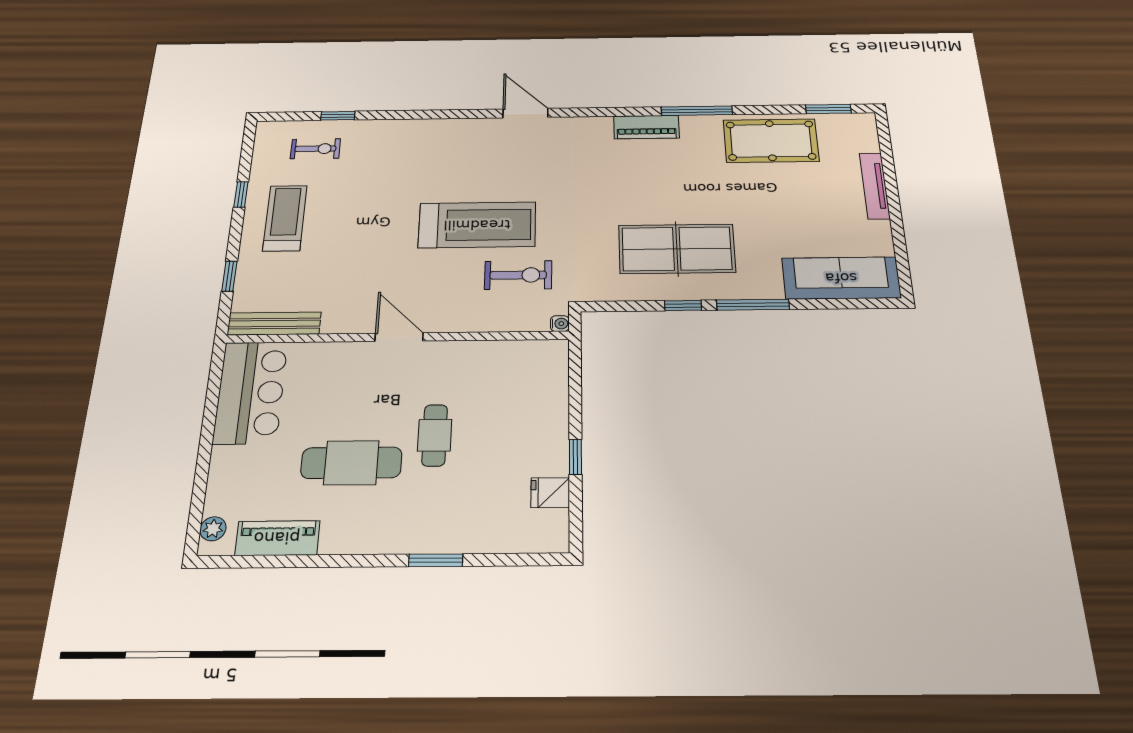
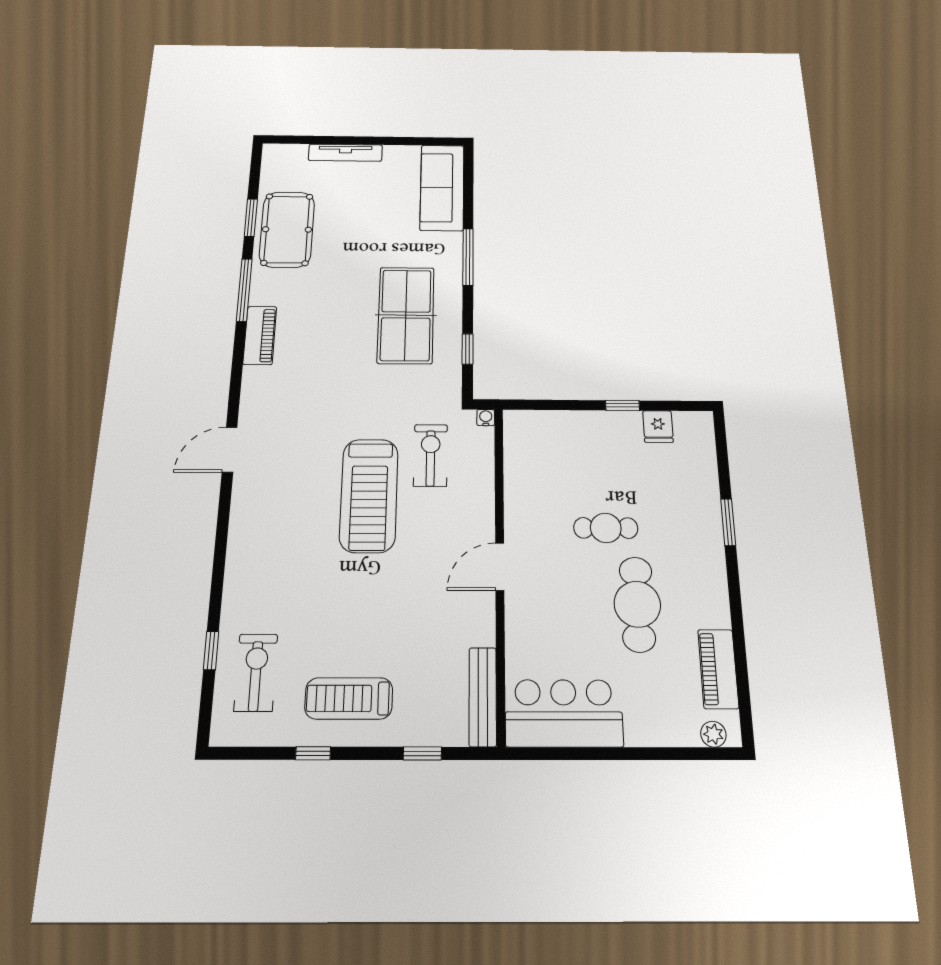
window: (828, 109) -> (251, 218), moved
exercise bike: (315, 149) -> (256, 672), width x1.38, depth x1.39
treadmill: (477, 225) -> (369, 495), turned 180
window: (683, 305) -> (468, 349), moved

